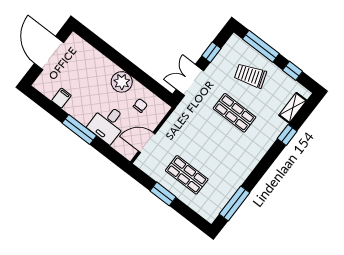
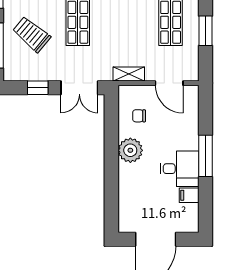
trolley: (250, 76) -> (31, 34), turned 149
shelving: (174, 120) -> (129, 74), added
desk: (108, 124) -> (180, 169), moved

